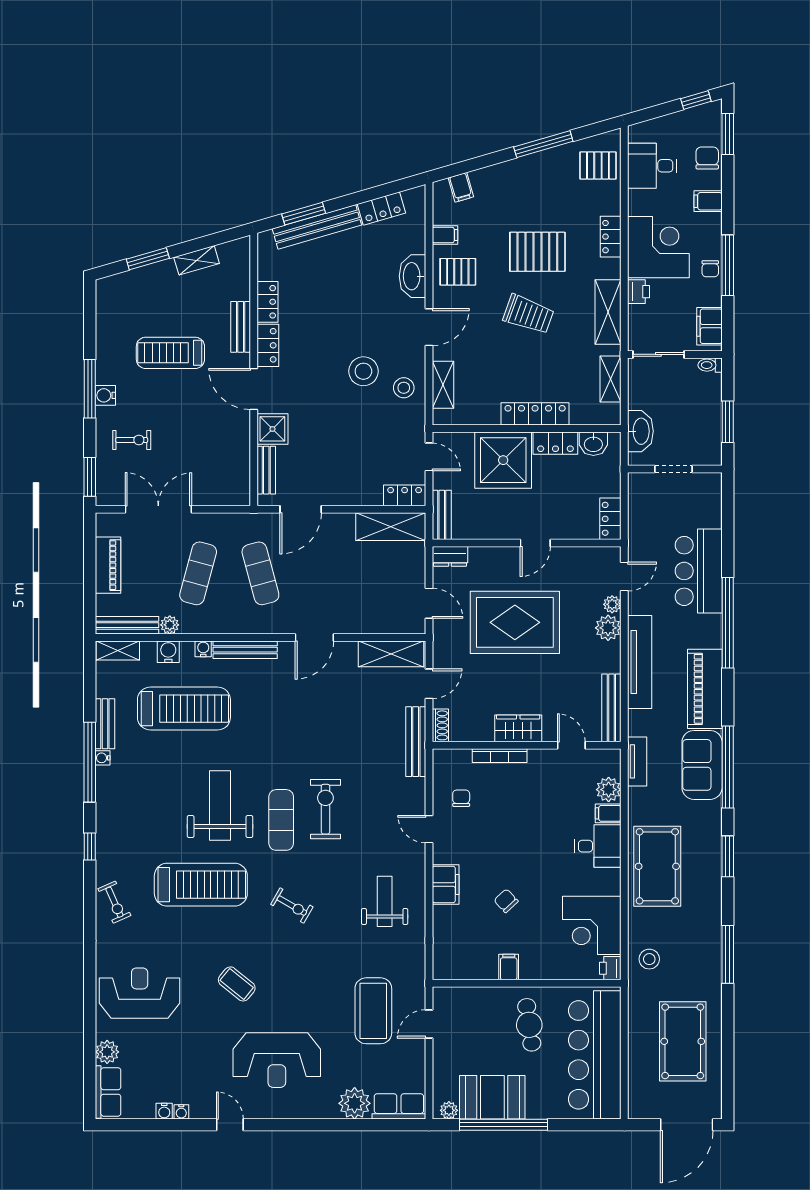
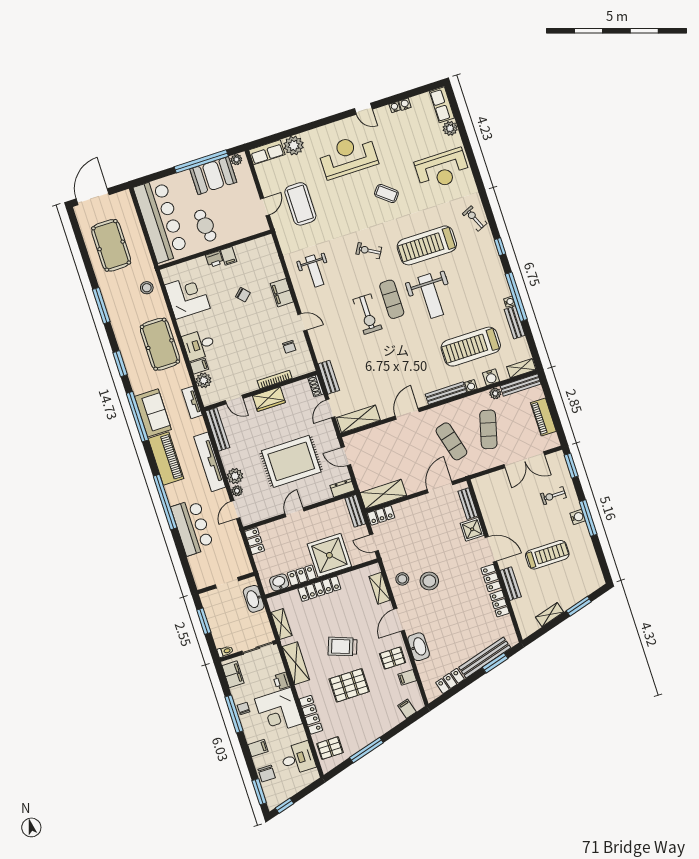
locker: (611, 237) -> (311, 715), width x1.53
bench: (416, 742) -> (329, 377), width x0.73
printer: (610, 968) -> (214, 259), moved, turned 90

